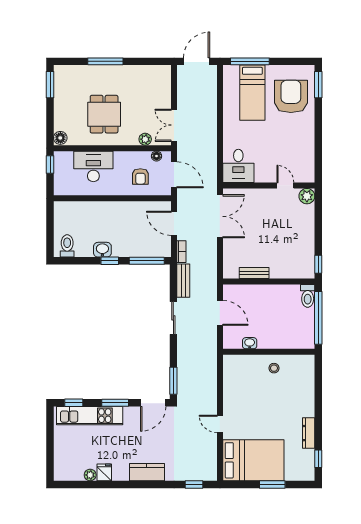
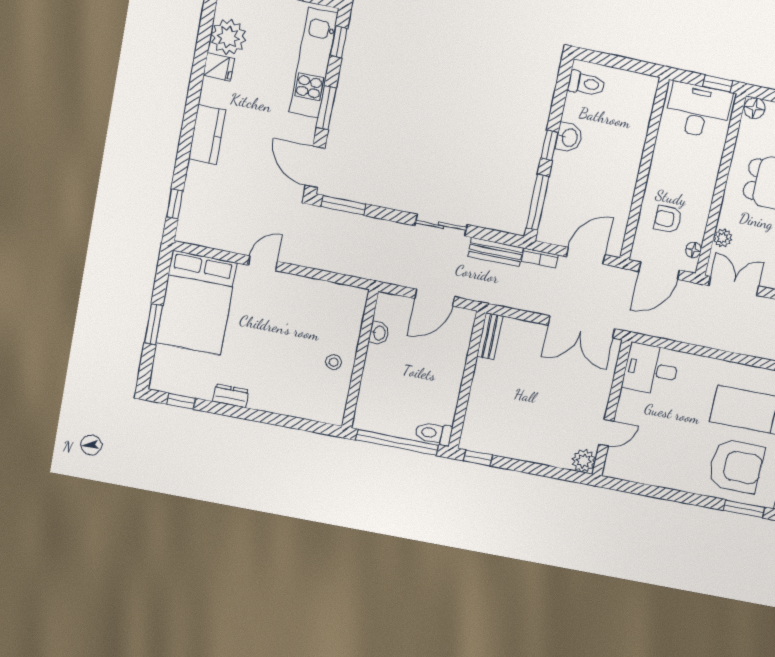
desk: (93, 166) -> (698, 110), moved, turned -90
bench: (254, 273) -> (490, 336), moved
dresser: (309, 433) -> (231, 396), width x0.70
plant: (90, 475) -> (228, 37), width x1.88, depth x1.88

